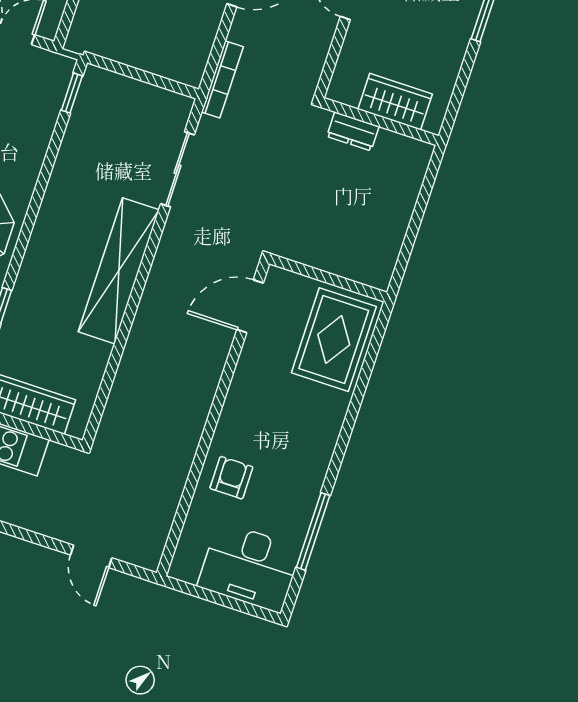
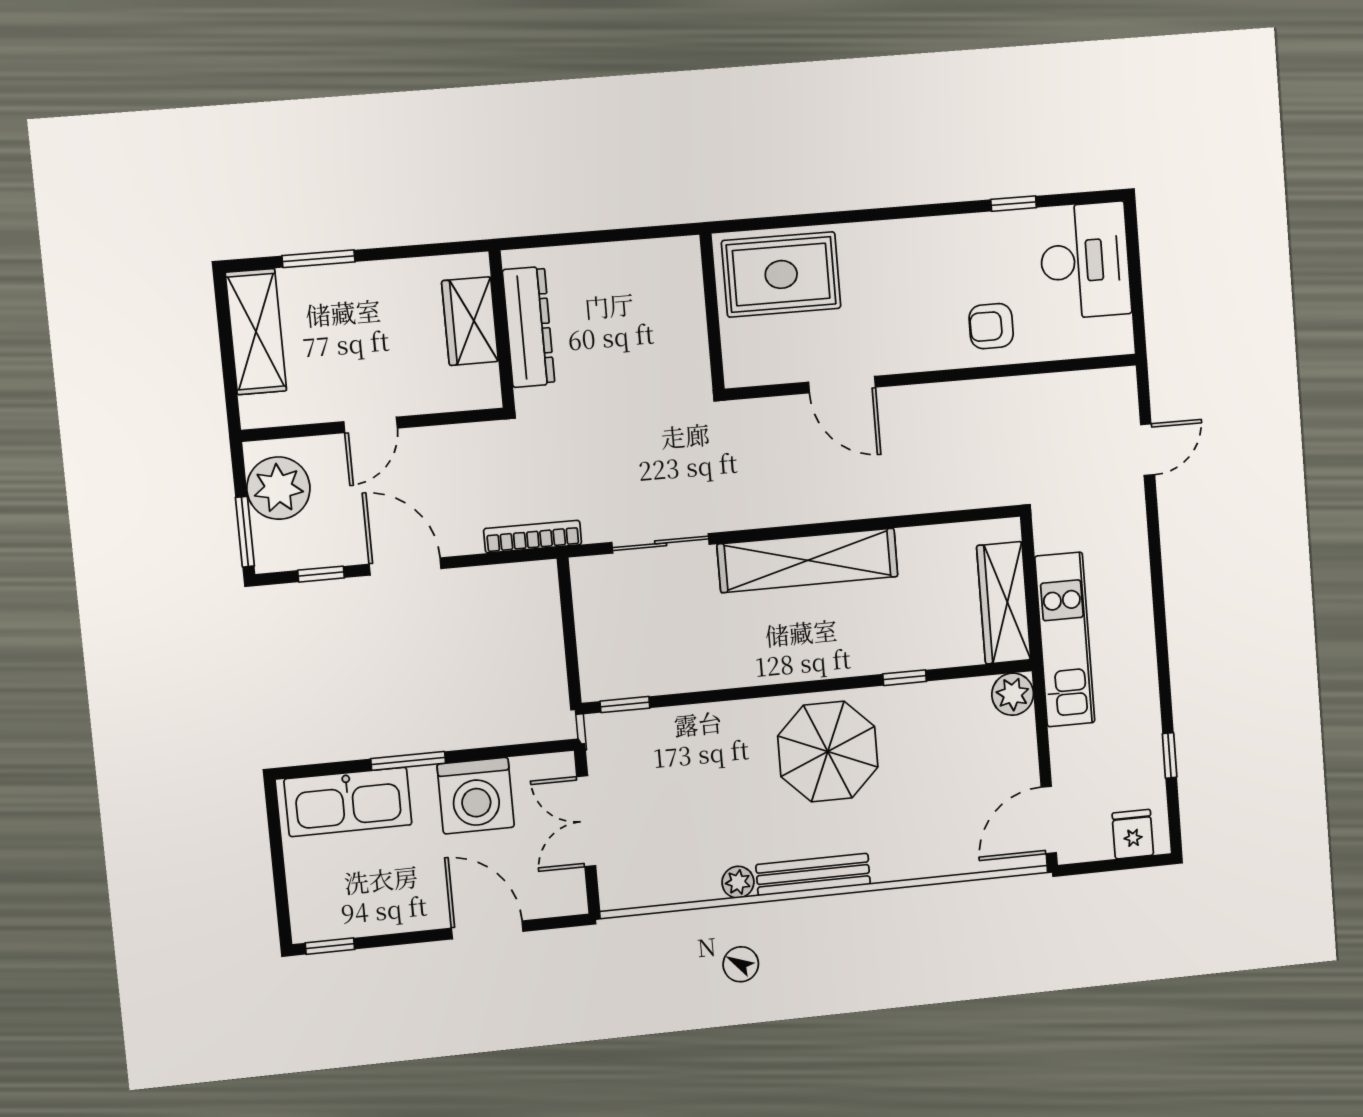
dresser: (353, 131) -> (529, 327), width x1.96, depth x1.24
door: (250, 306) -> (842, 385), moved
window: (313, 531) -> (1014, 204), width x0.46

